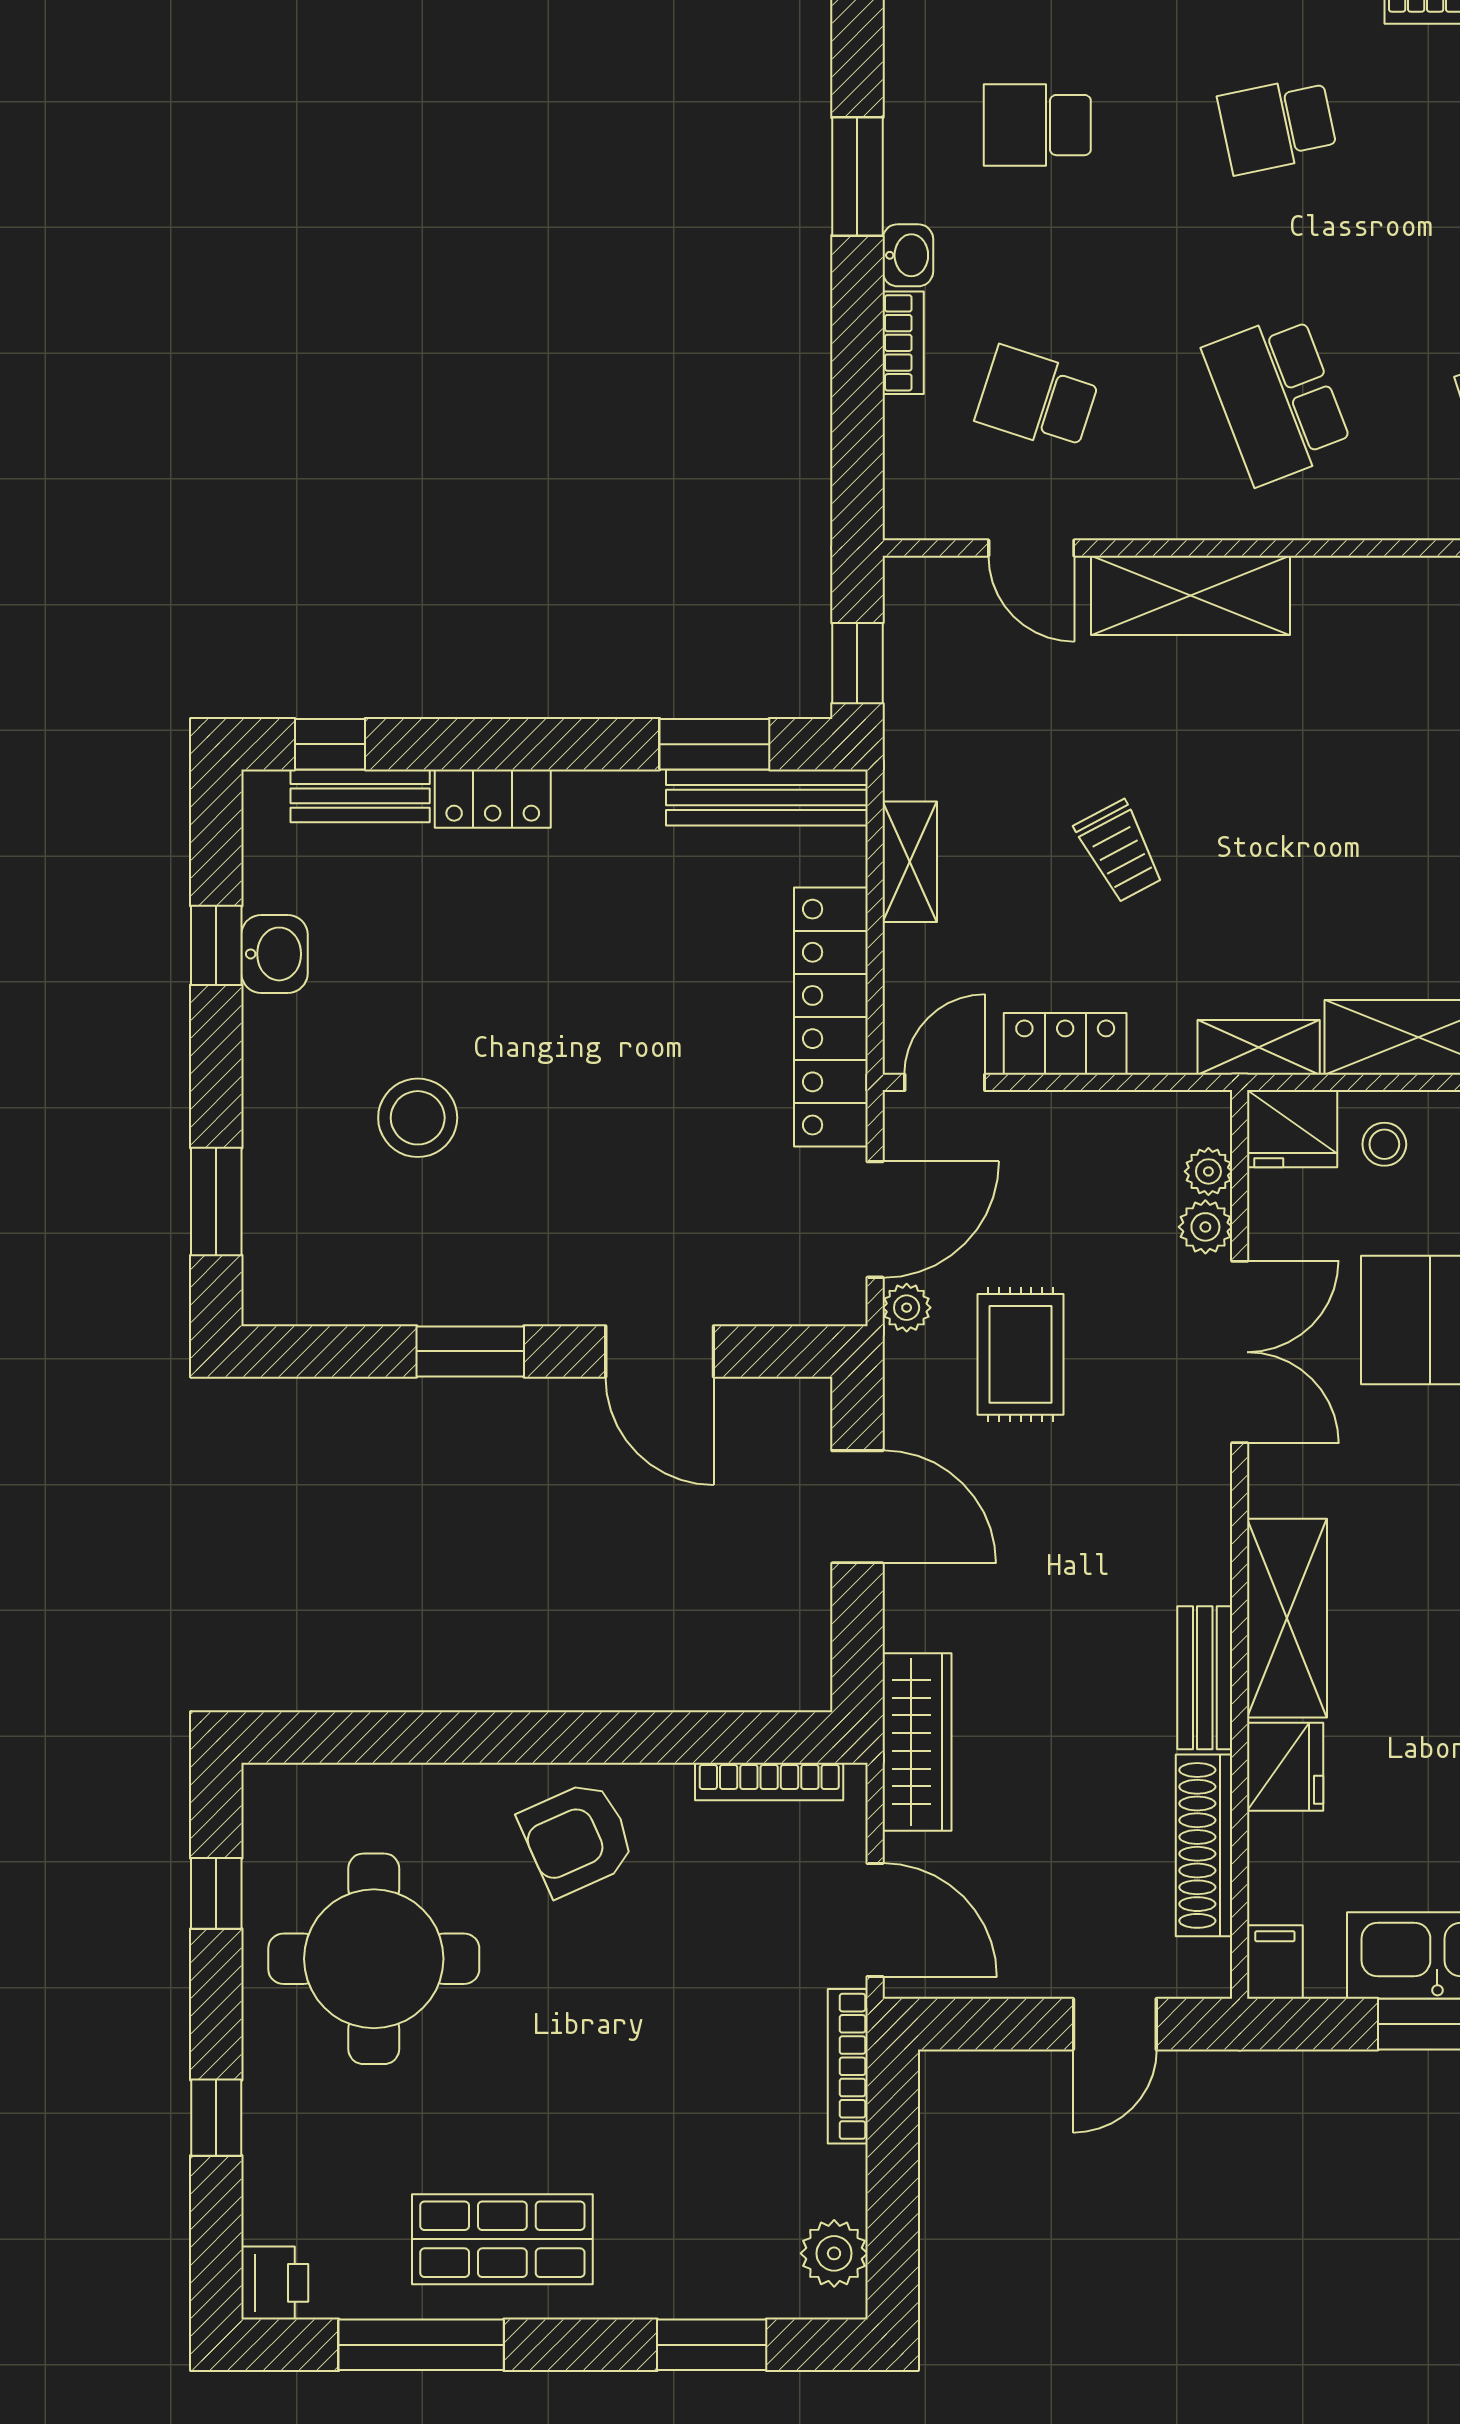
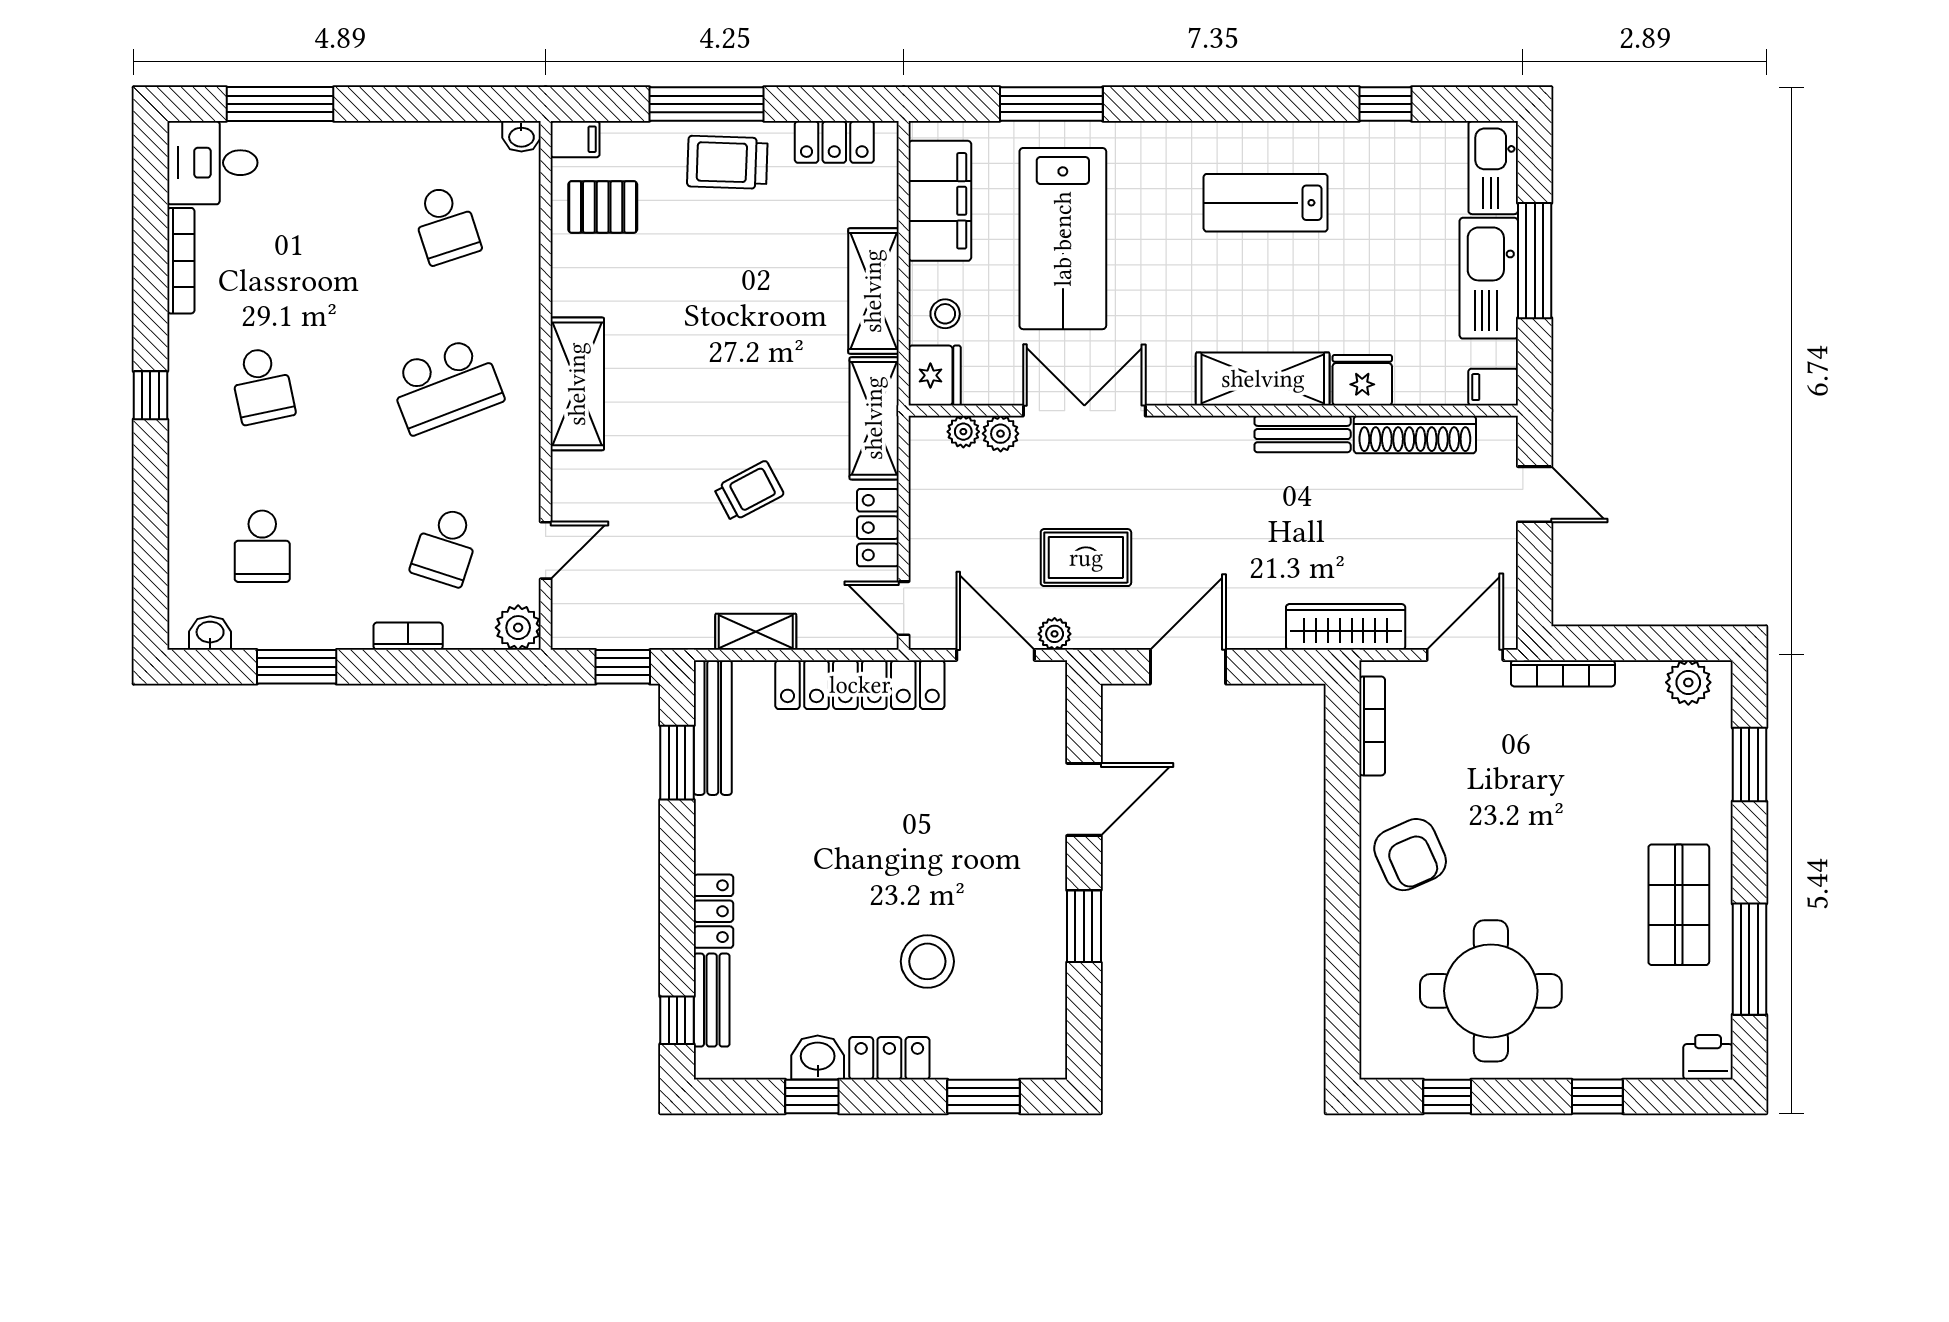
washbasin: (908, 255) -> (210, 633), moved
plant: (916, 507) -> (518, 628), added
shelving: (1191, 595) -> (577, 384), moved
shelving: (1259, 1047) -> (874, 418), width x1.50, depth x1.33
locker: (273, 1061) -> (889, 1058), added

